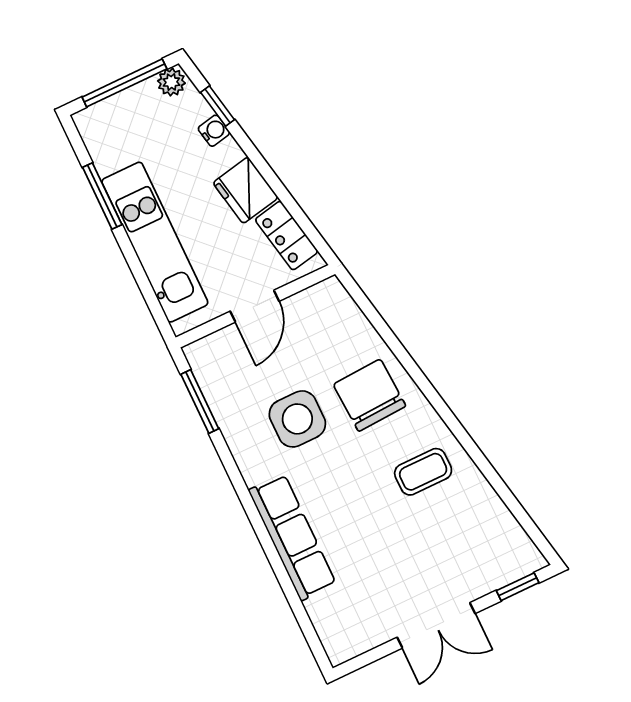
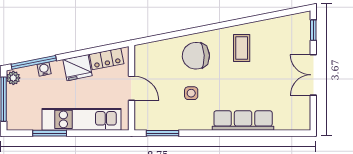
window: (218, 106) -> (34, 62), width x2.17
side table: (297, 419) -> (191, 93), width x0.54, depth x0.54
double door: (436, 625) -> (313, 75), swing flipped

